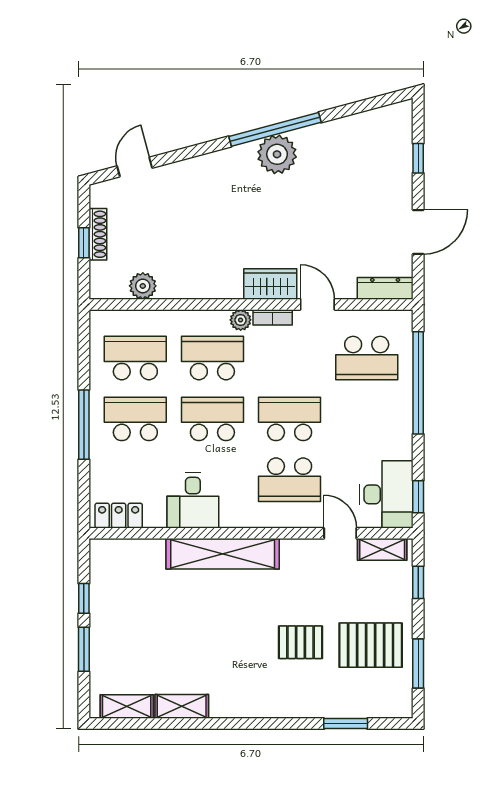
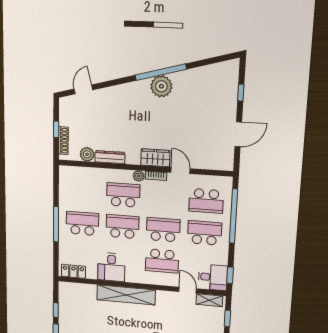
shoe rack: (98, 234) -> (63, 141), moved
dresser: (385, 288) -> (110, 157), moved
school desk: (135, 358) -> (204, 233), moved
desk: (386, 494) -> (213, 277), width x0.73

